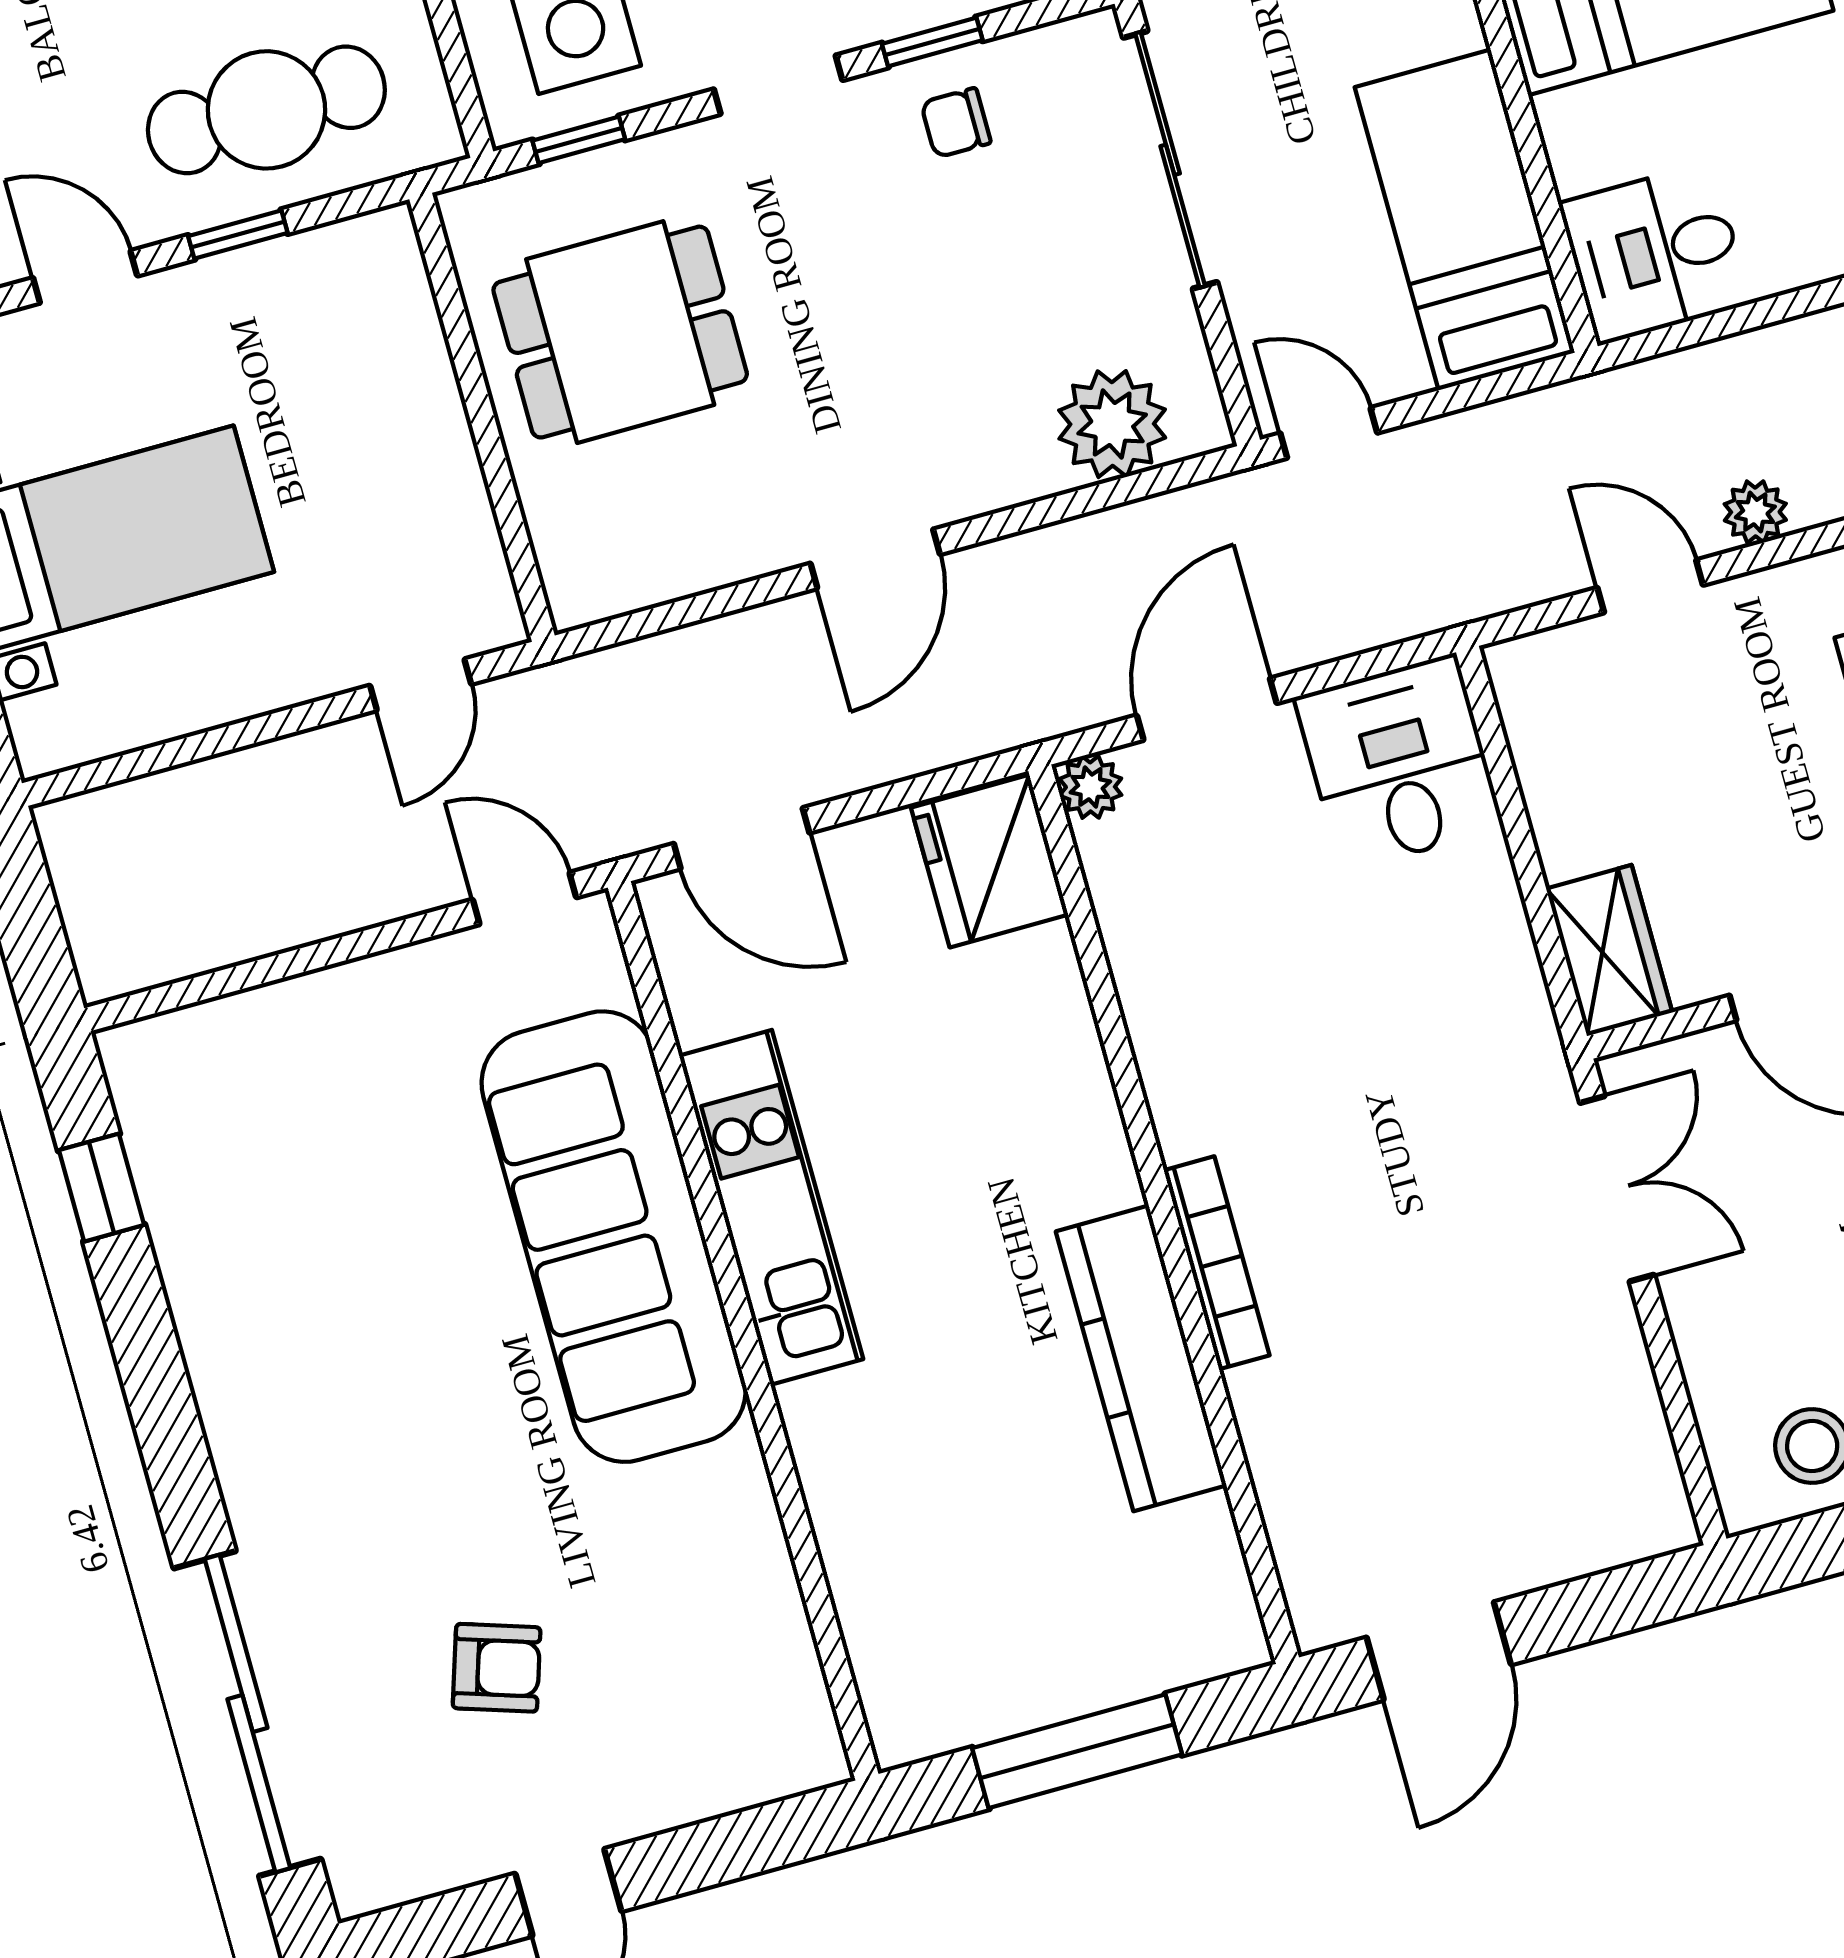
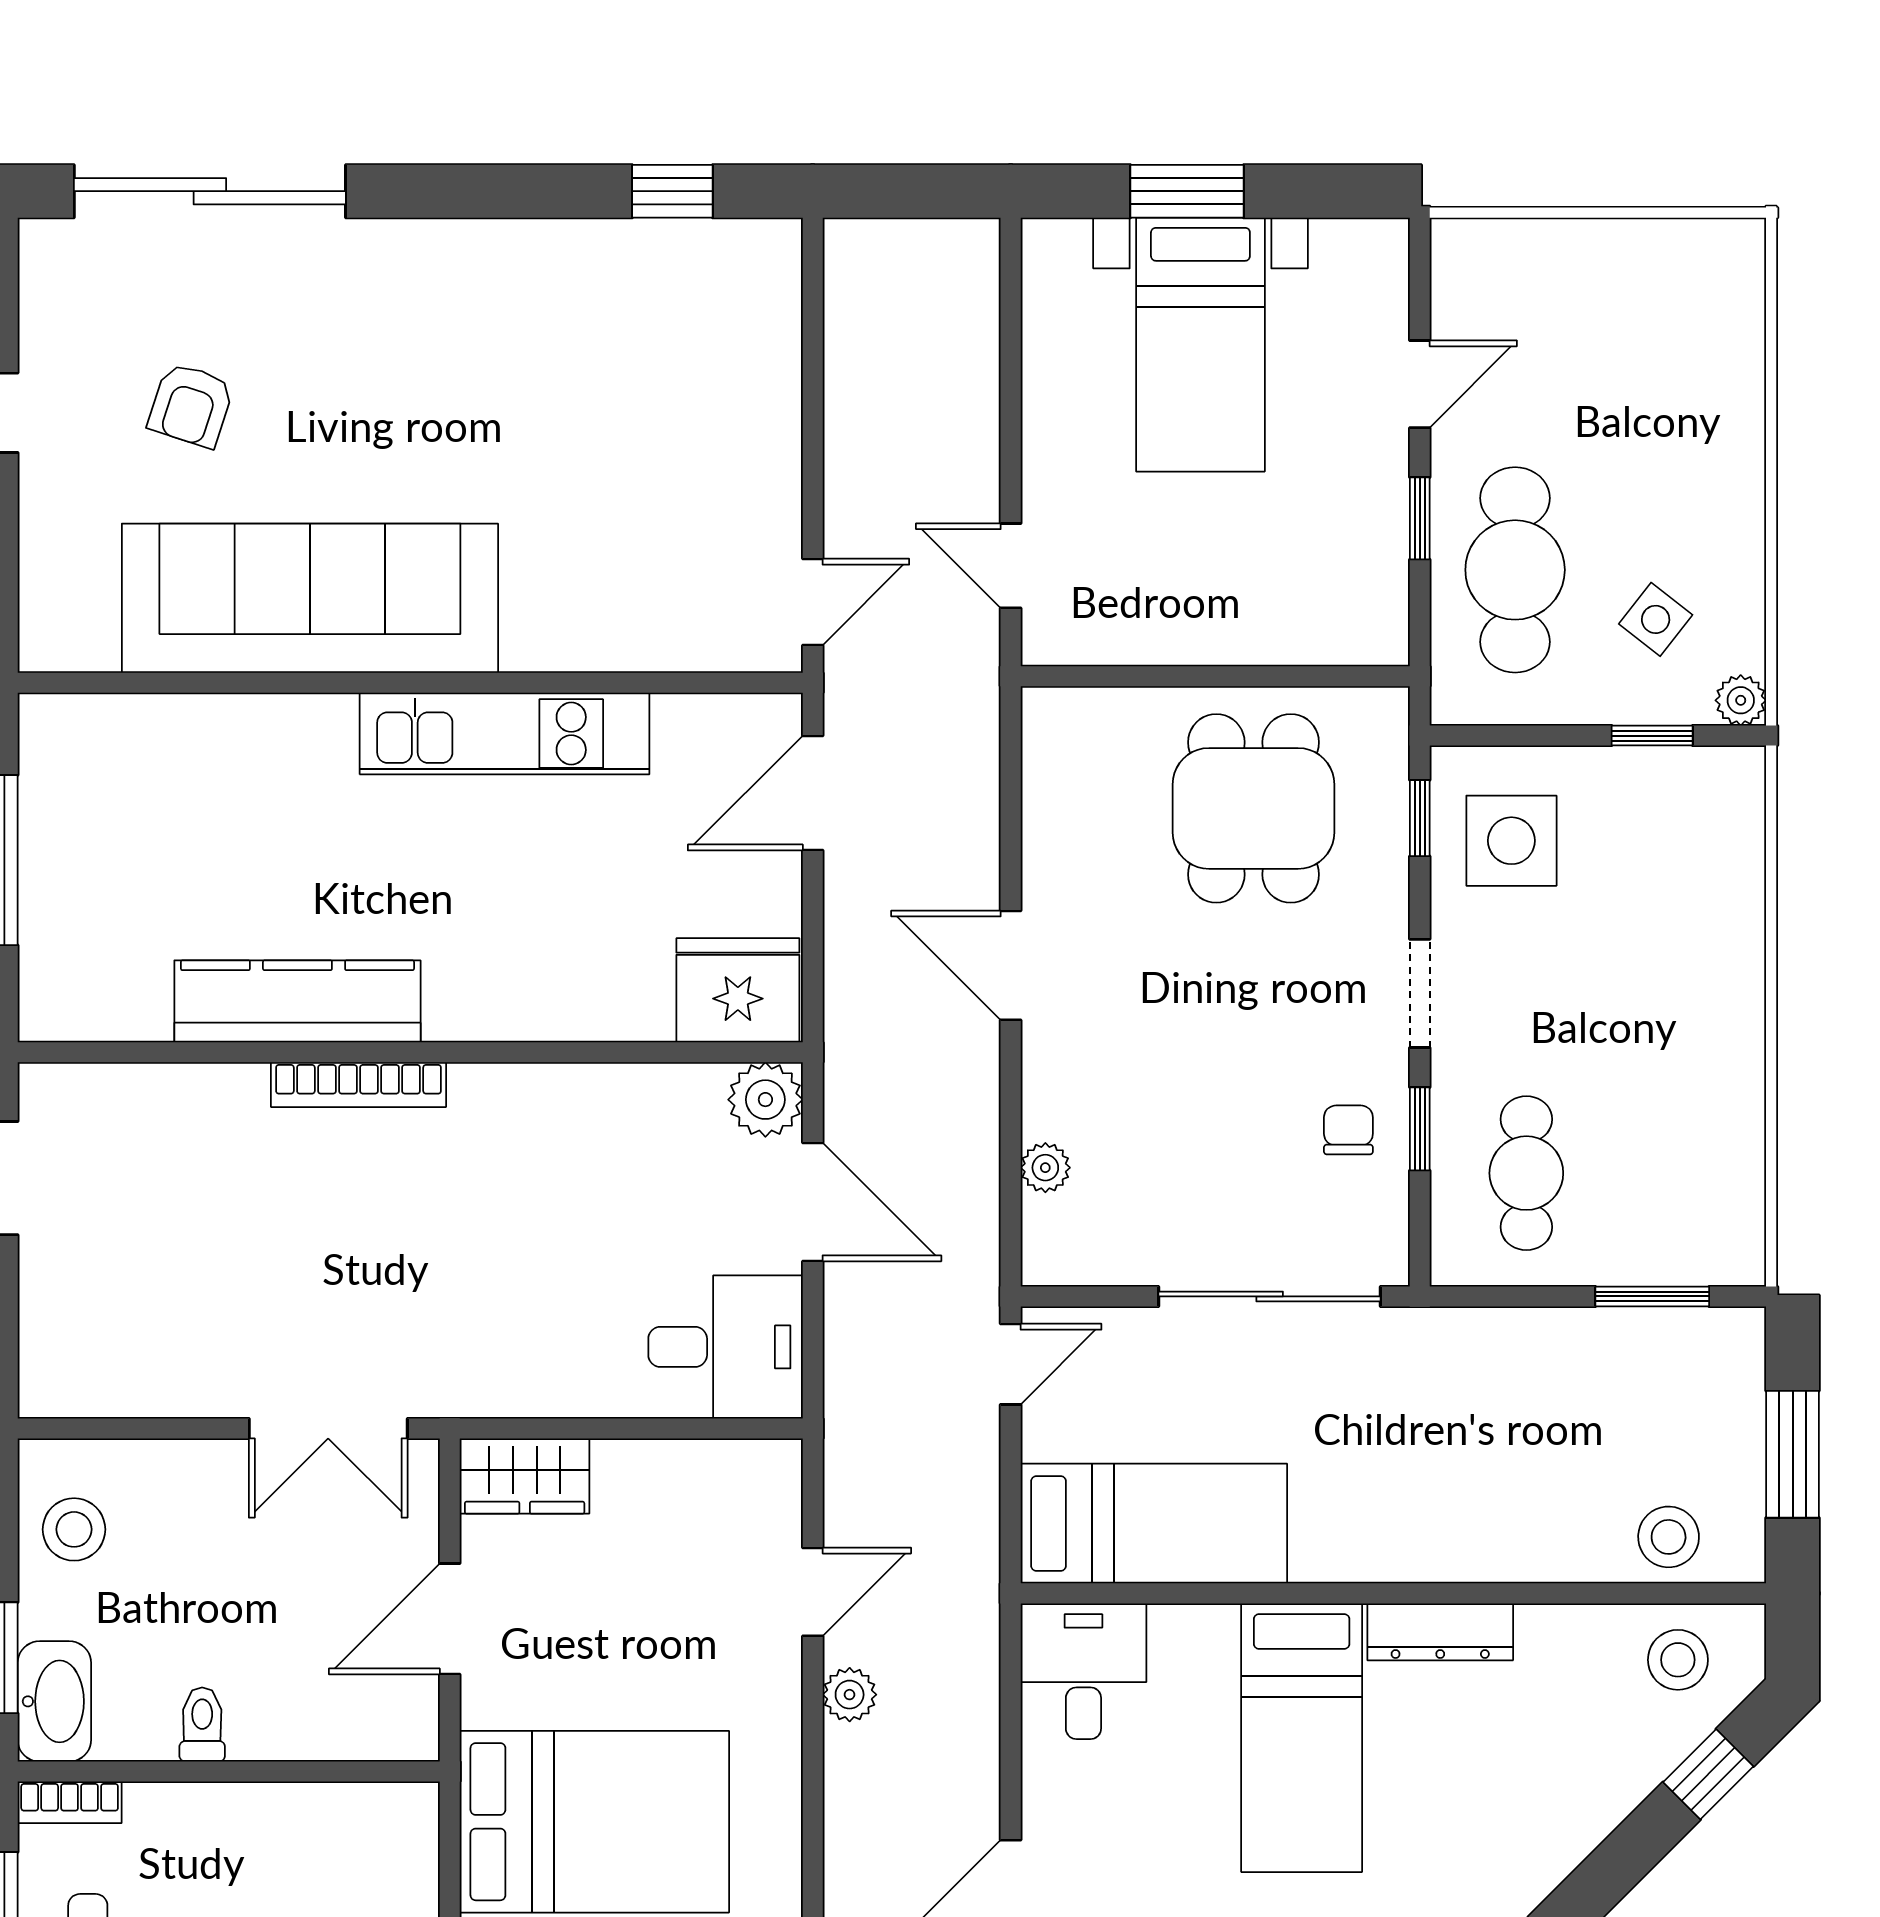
plant: (1112, 424) -> (1045, 1168), width x0.53, depth x0.53
plant: (1090, 787) -> (765, 1100), width x1.38, depth x1.38
sofa: (614, 1237) -> (310, 598), moved

